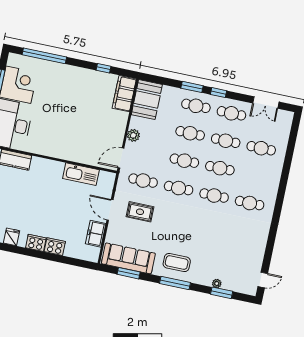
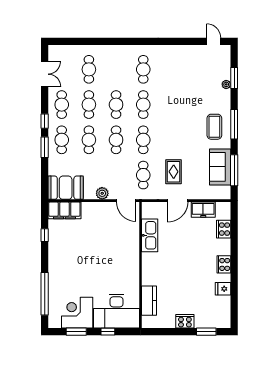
cooker: (55, 247) -> (224, 229), moved
sofa: (128, 258) -> (220, 167), width x0.73
window: (129, 273) -> (234, 170), width x1.44

